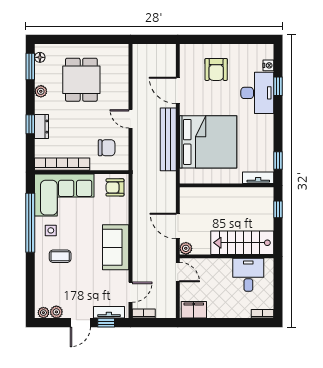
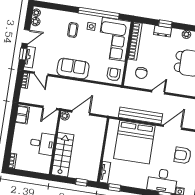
desk: (248, 275) -> (42, 144), moved
door: (80, 323) -> (26, 37), swing flipped

